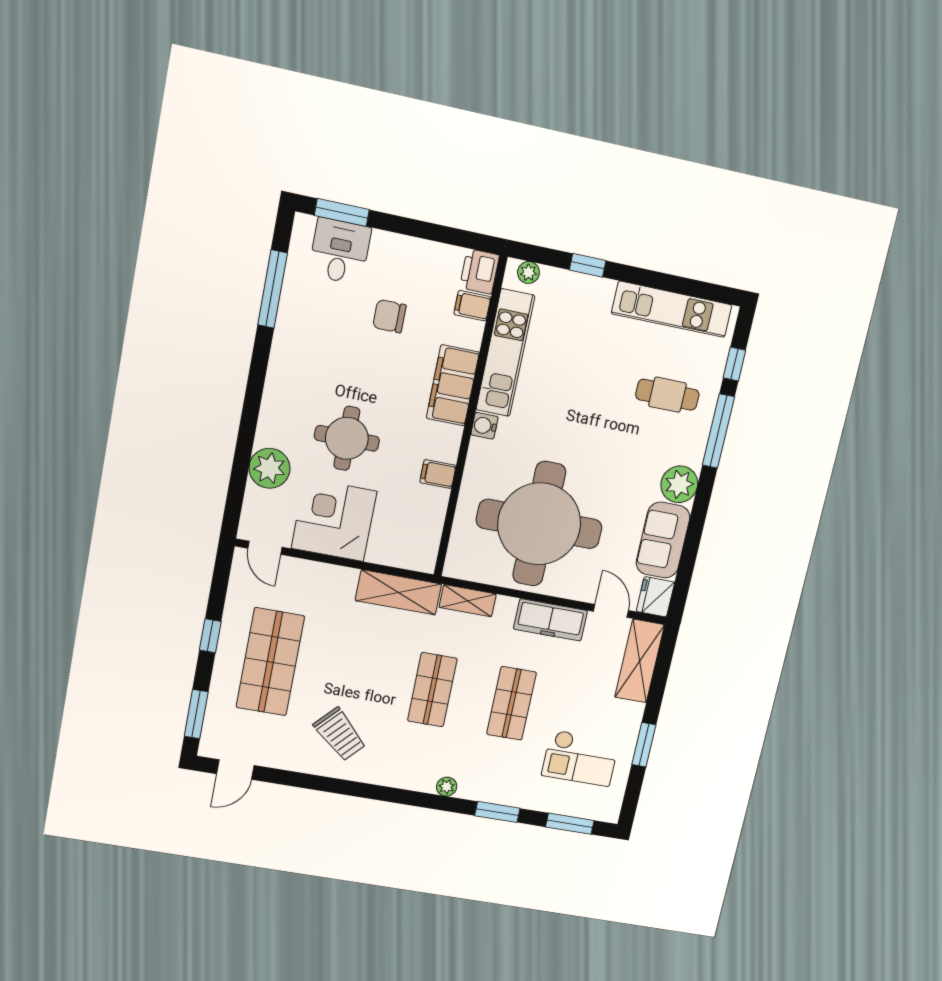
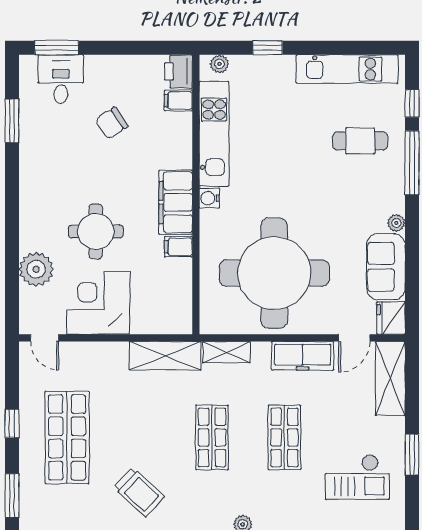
window: (272, 289) -> (12, 121), width x0.69
chair: (389, 316) -> (111, 123), turned -34
filing cabinet: (453, 385) -> (176, 202), moved
plant: (679, 484) -> (396, 223), width x0.53, depth x0.53
door: (611, 611) -> (354, 338), swing flipped

